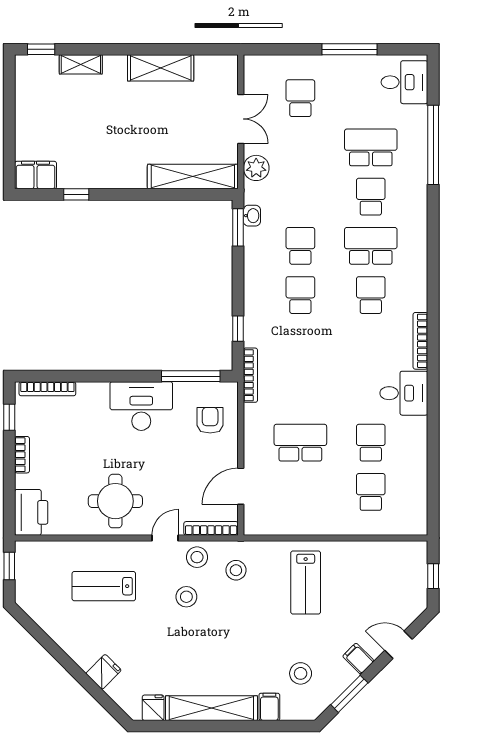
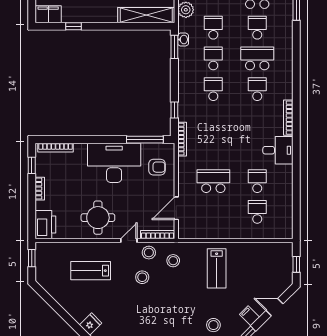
school desk: (300, 197) -> (213, 28), added
desk: (141, 406) -> (114, 163), width x1.36, depth x1.30
armchair: (210, 420) -> (157, 167), turned 90

